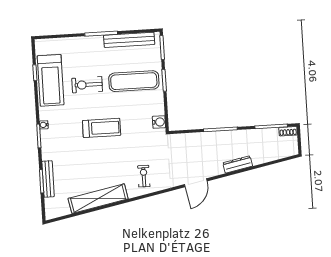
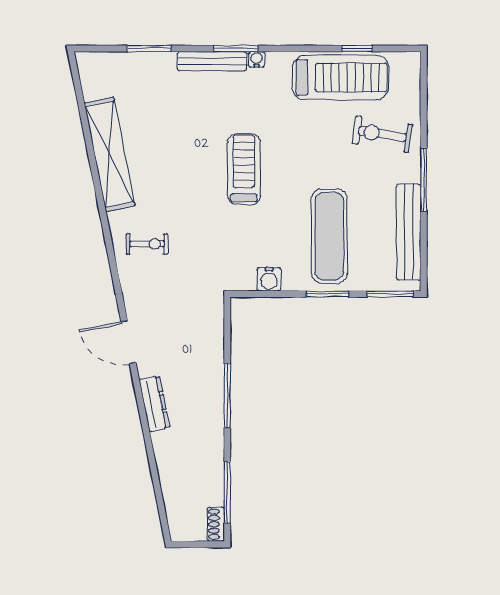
treadmill: (51, 80) -> (341, 77), turned 180
exercise bike: (87, 85) -> (382, 134), moved, turned -81
water cooler: (159, 122) -> (269, 279), moved
treadmill: (102, 128) -> (244, 169), turned 180
dresser: (238, 164) -> (154, 404), moved
bench: (48, 179) -> (212, 61), moved

